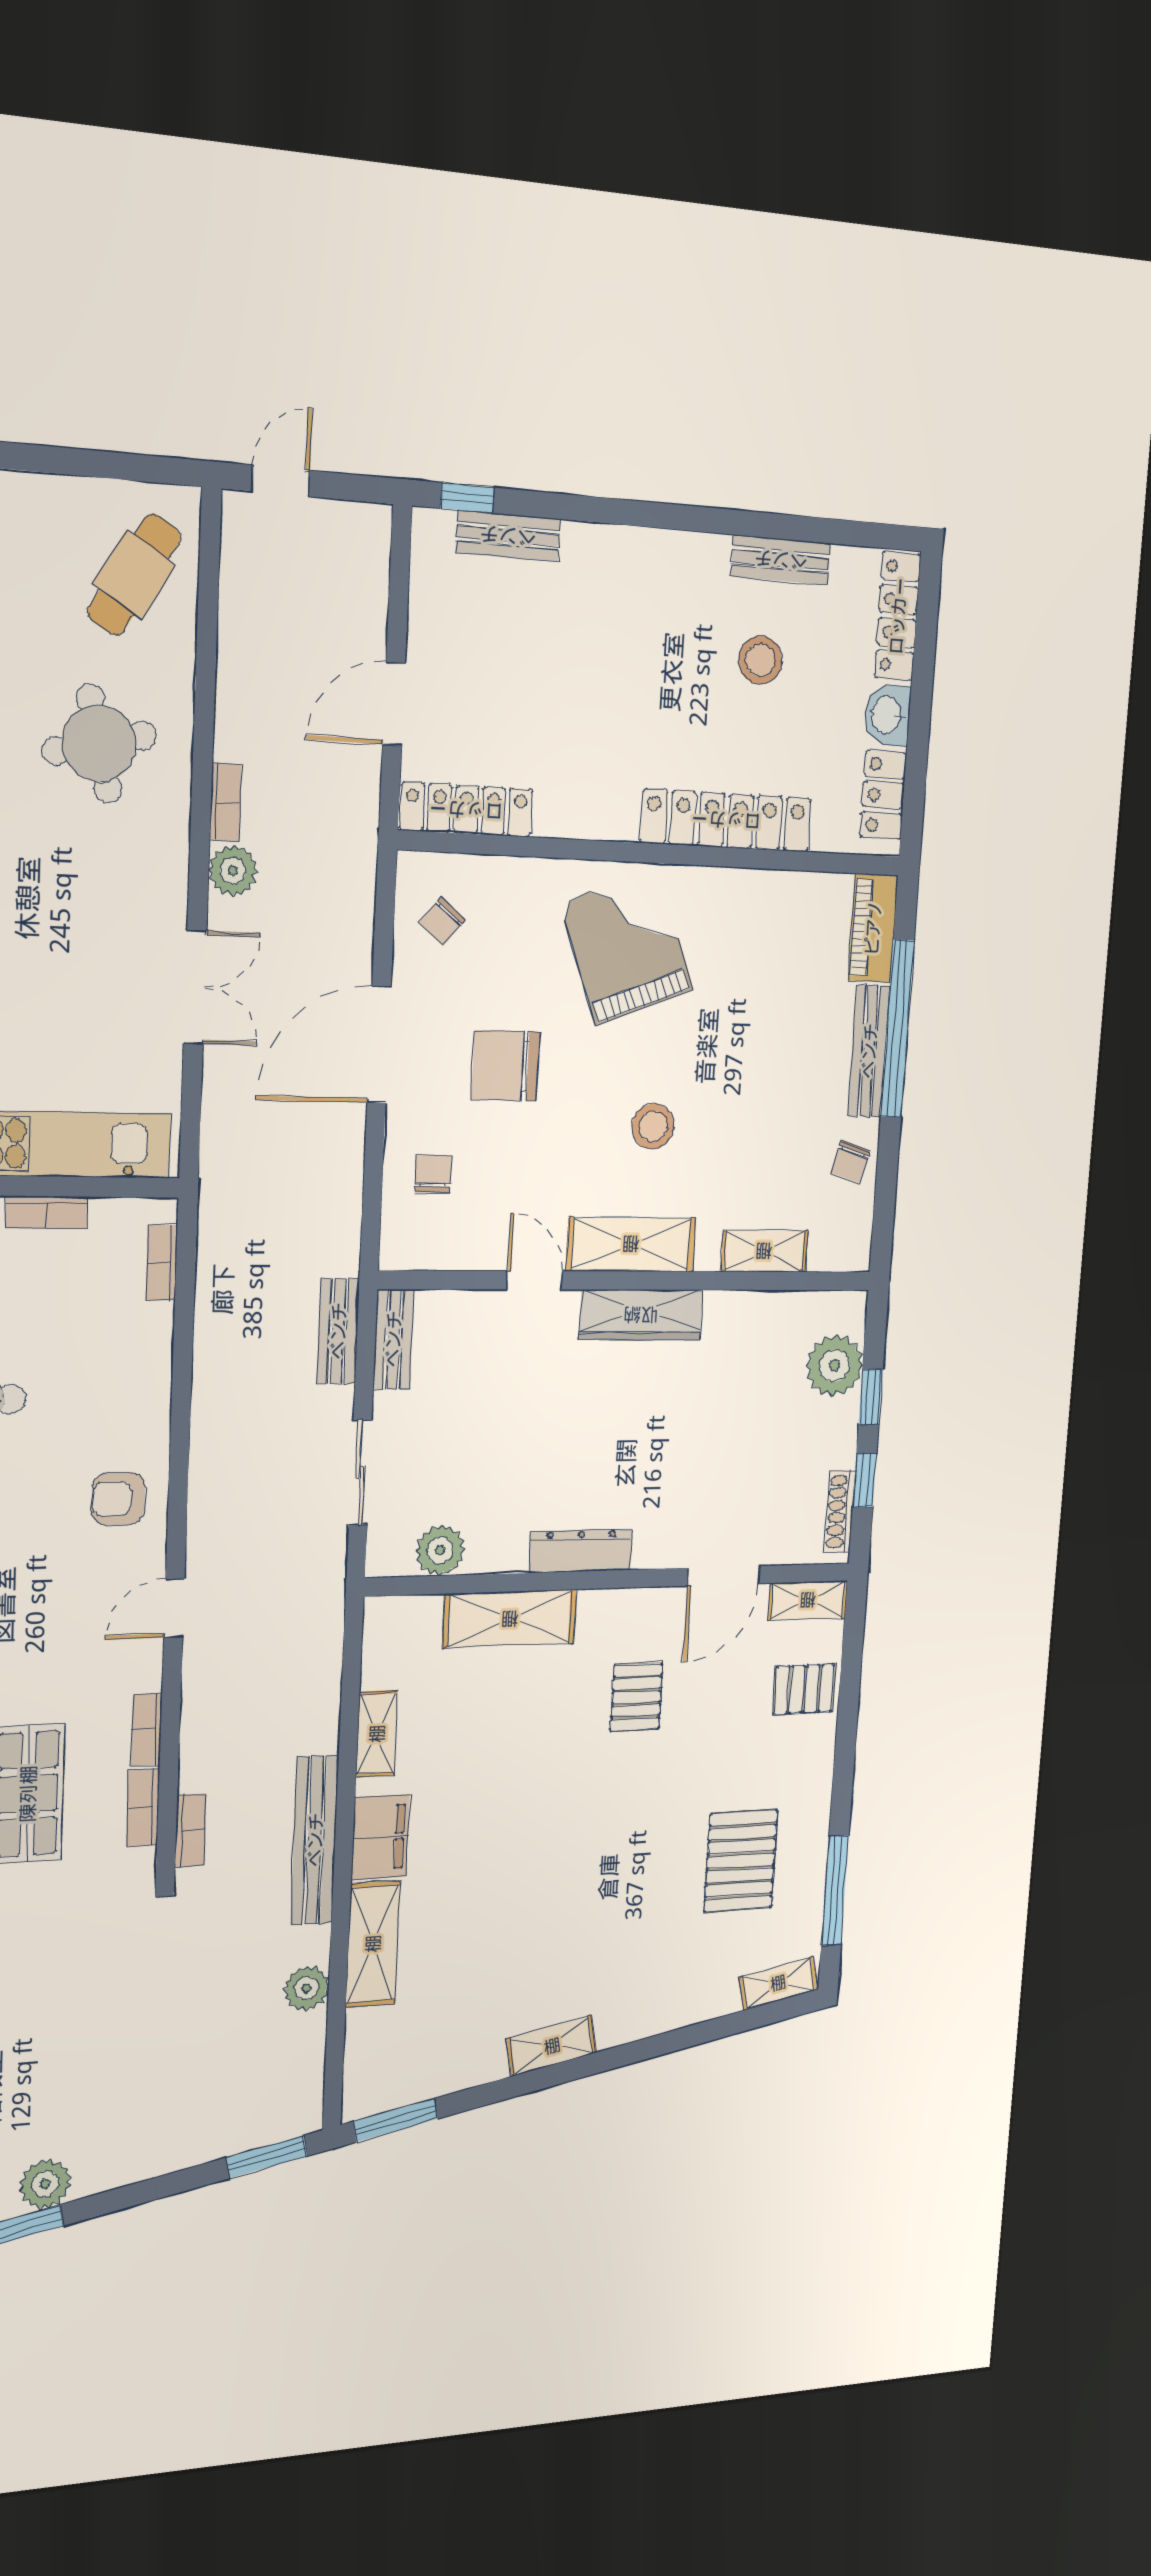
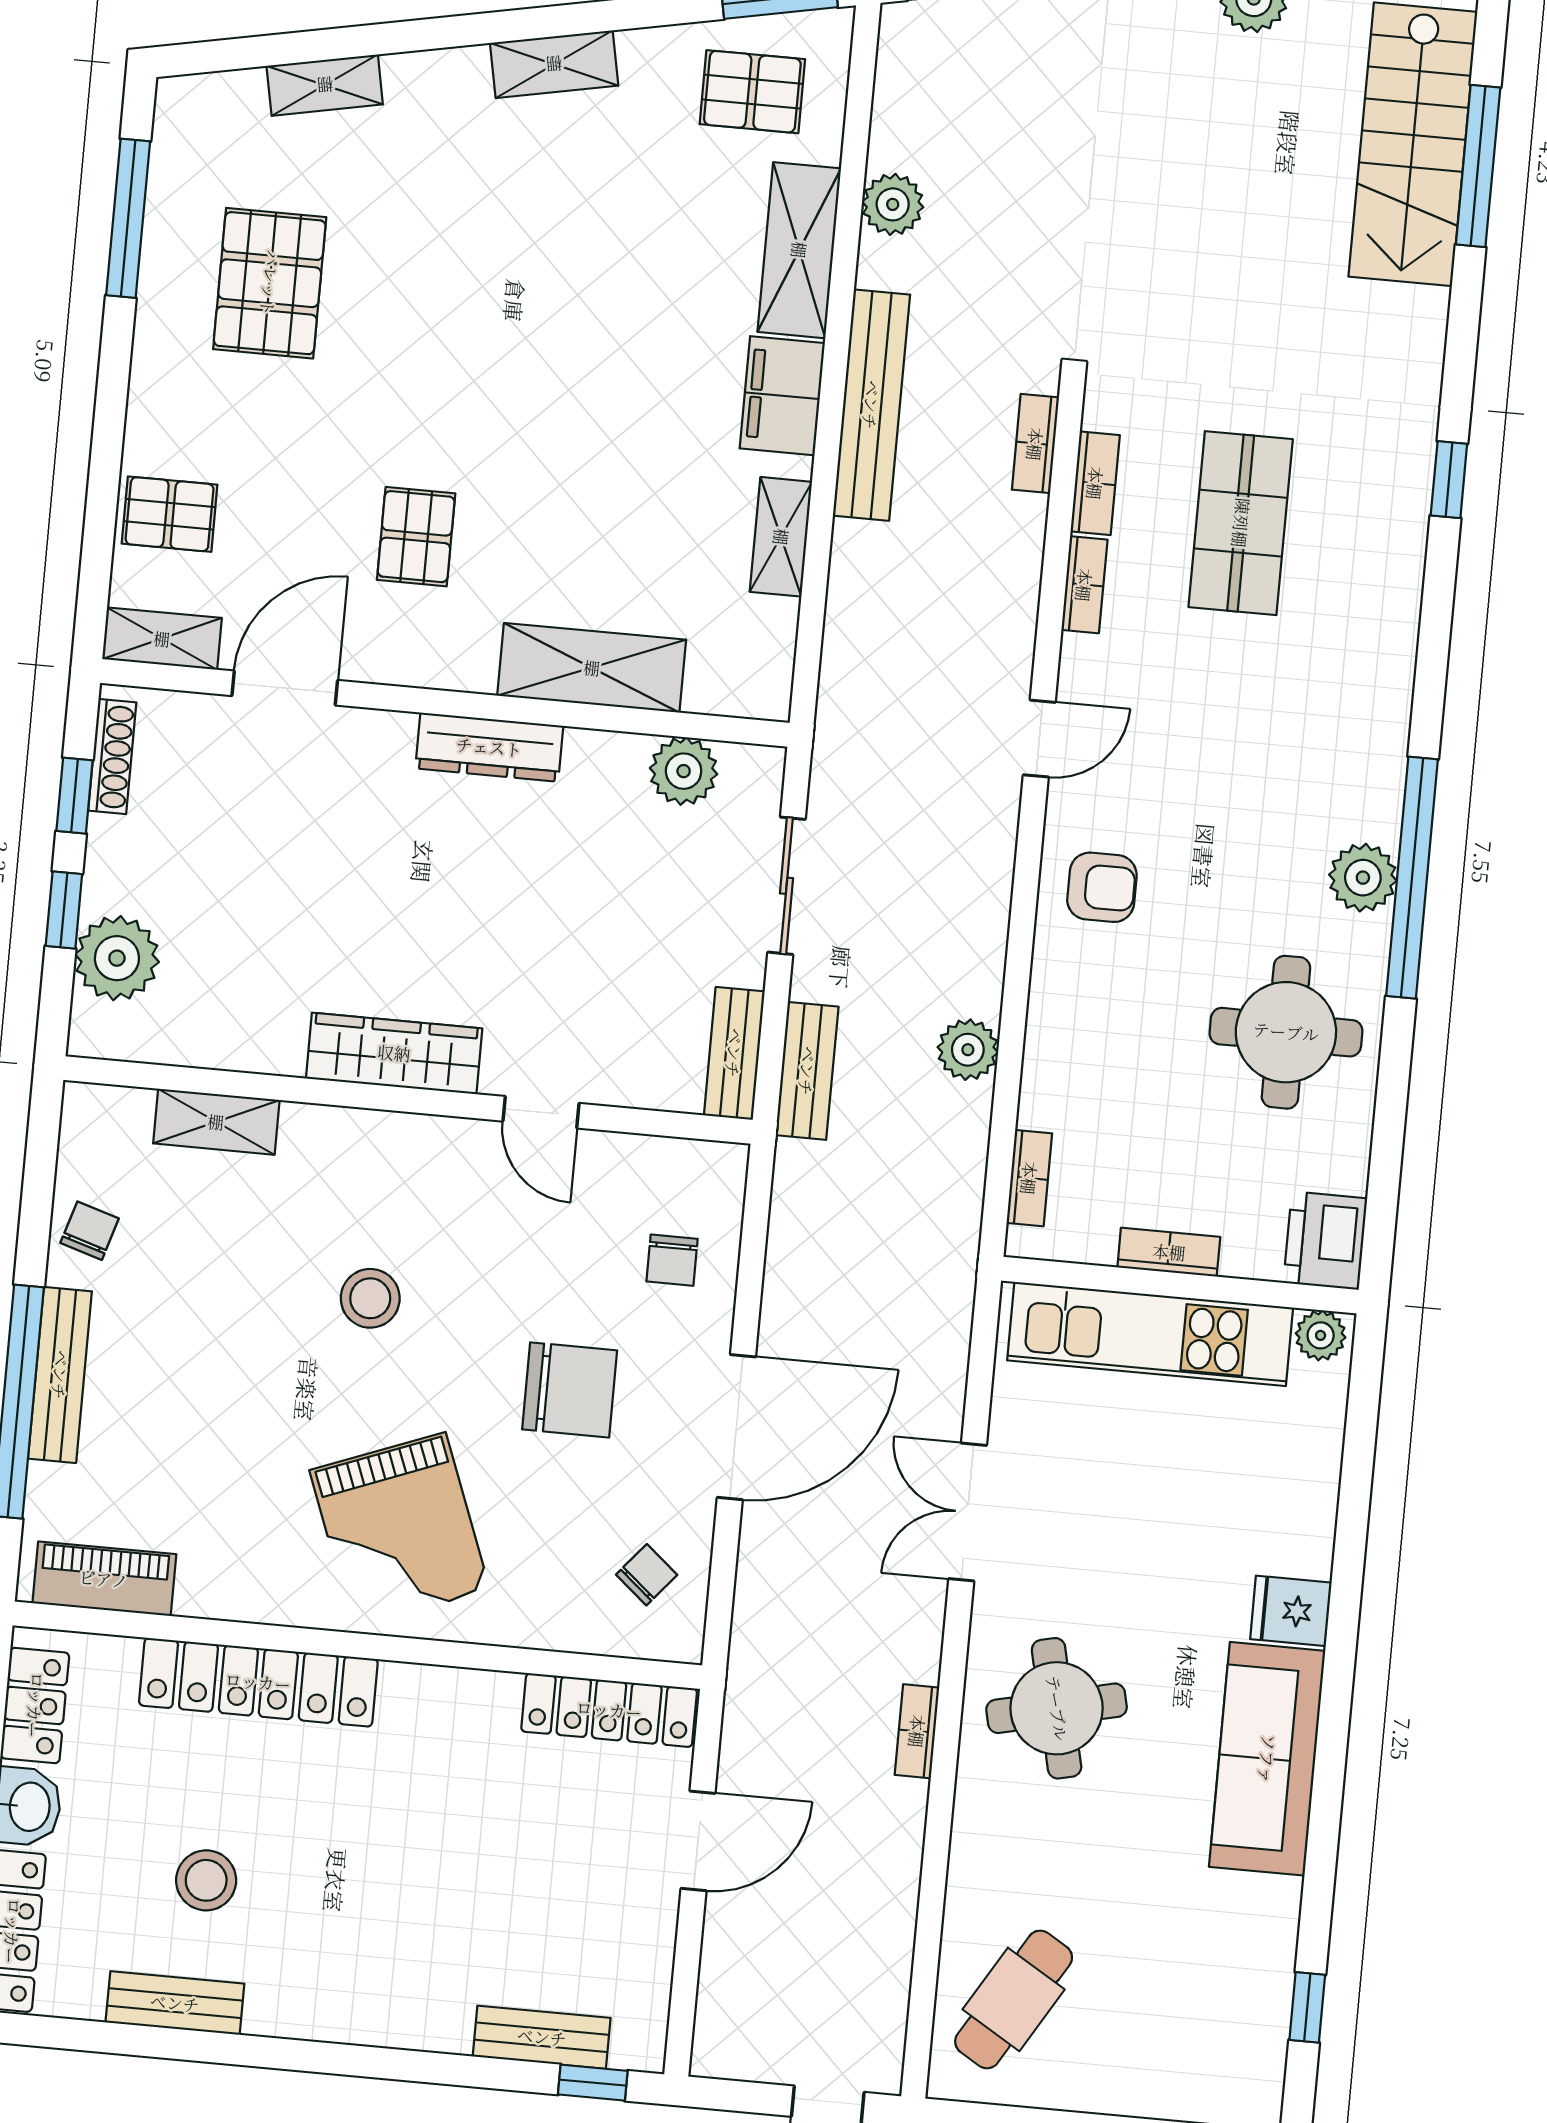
round table: (99, 743) -> (1057, 1708), moved
plant: (233, 871) -> (968, 1050), moved
piano: (873, 928) -> (104, 1579), moved, turned -90
shelving: (631, 1244) -> (406, 1147), removed
shelving: (778, 1983) -> (325, 85), moved
pallet: (412, 2051) -> (752, 92), added

